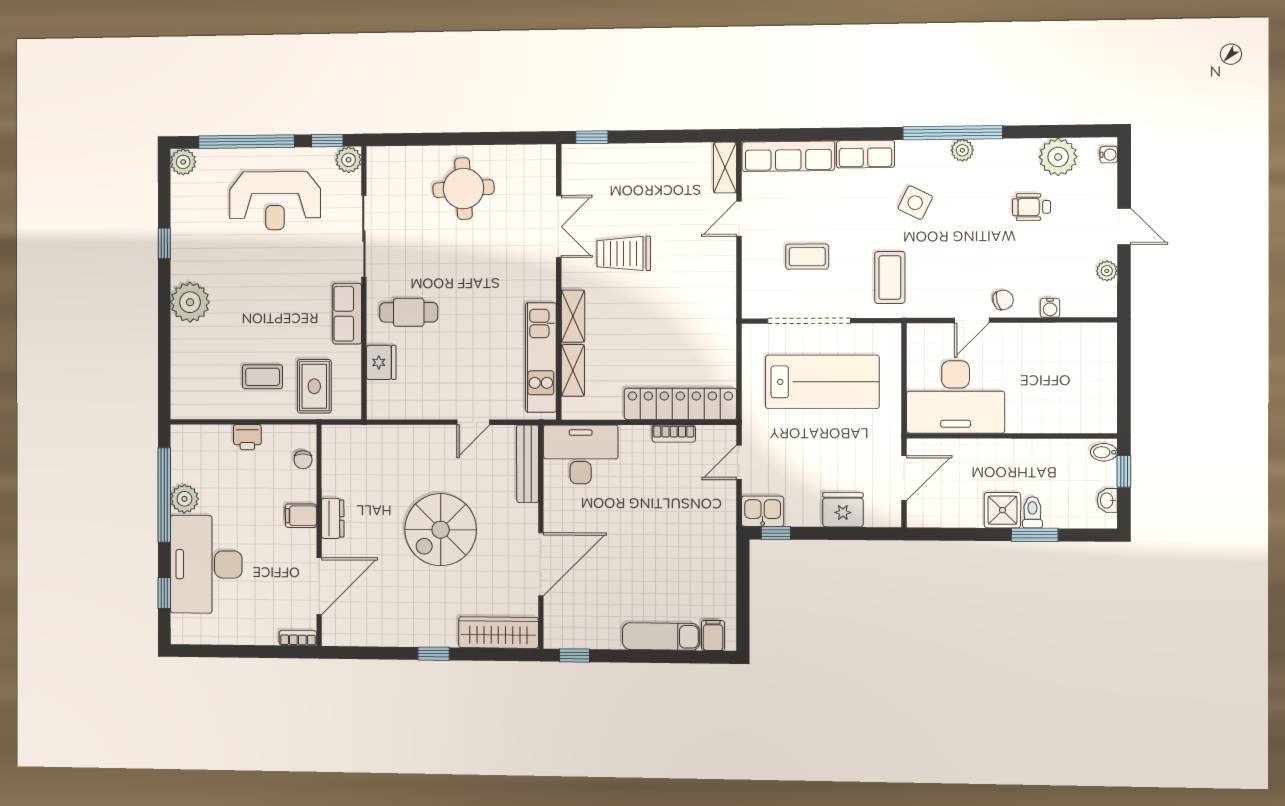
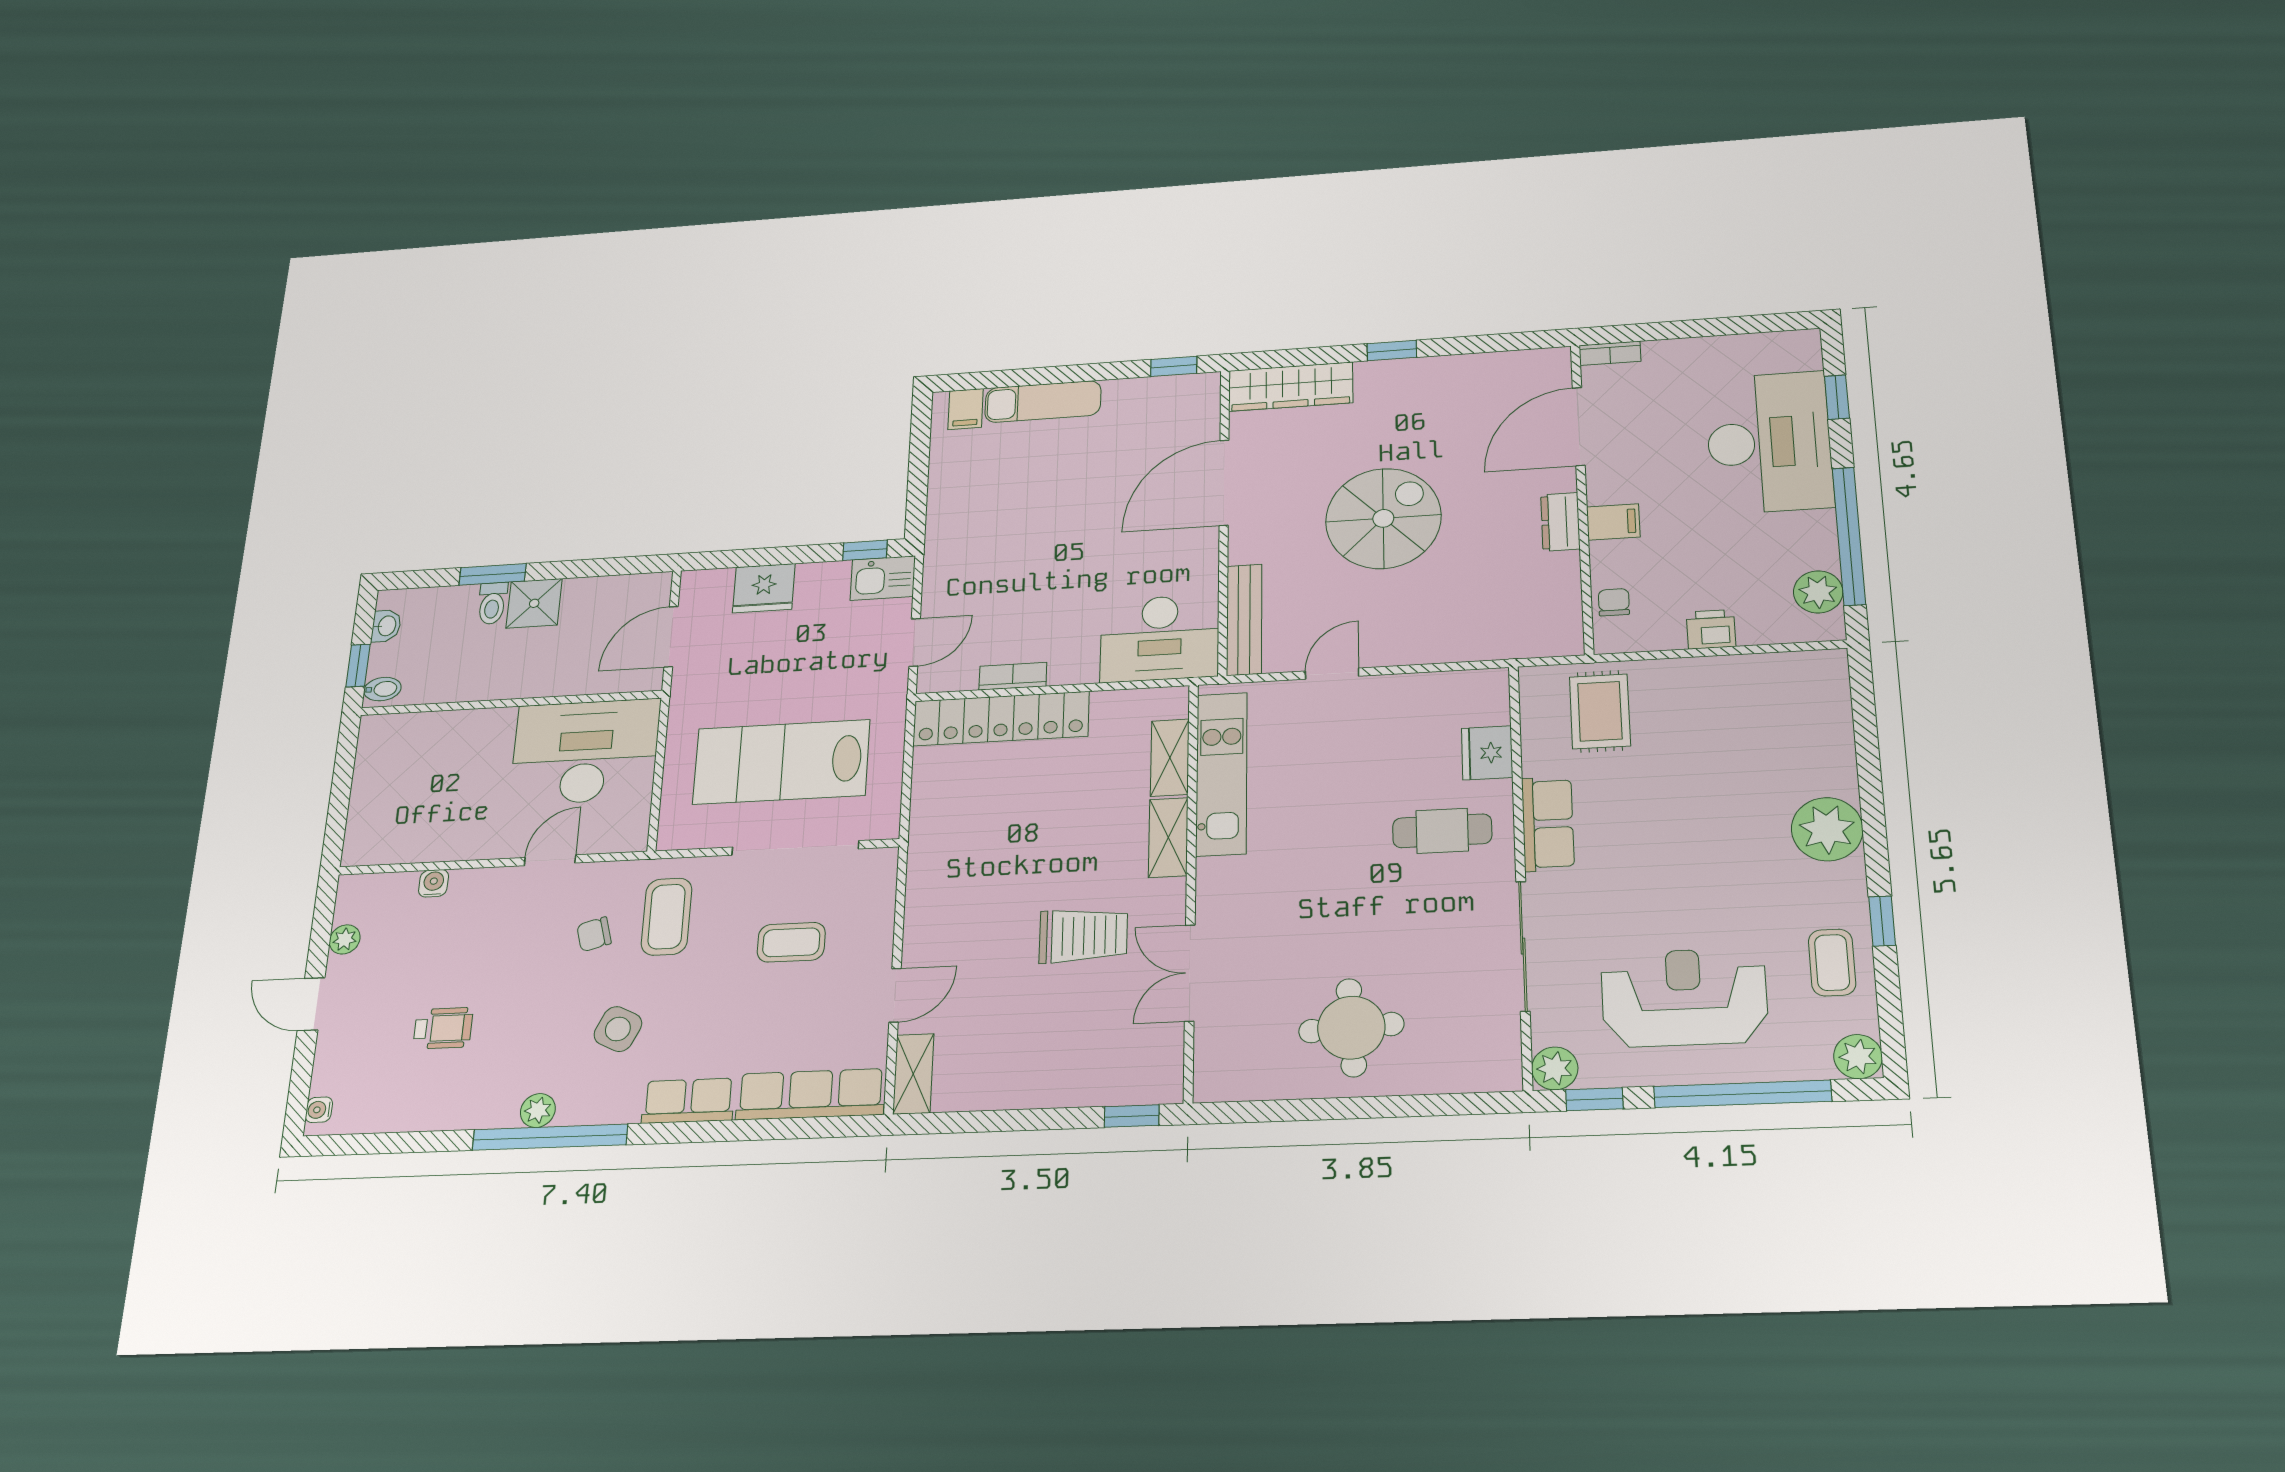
plant: (1058, 157) -> (394, 1104), removed
chair: (1003, 300) -> (594, 934), moved
coffee table: (263, 377) -> (1832, 963), moved, turned 90
plant: (184, 499) -> (1818, 592), moved

